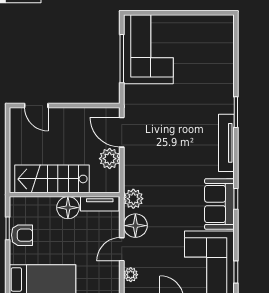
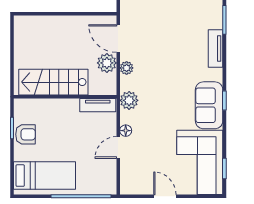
door: (36, 106) -> (39, 14), removed
tv unit: (226, 143) -> (216, 48), width x0.71
floor lamp: (68, 208) -> (68, 109), removed
floor lamp: (135, 226) -> (126, 131), width x0.53, depth x0.53
plant: (131, 275) -> (127, 68), moved

